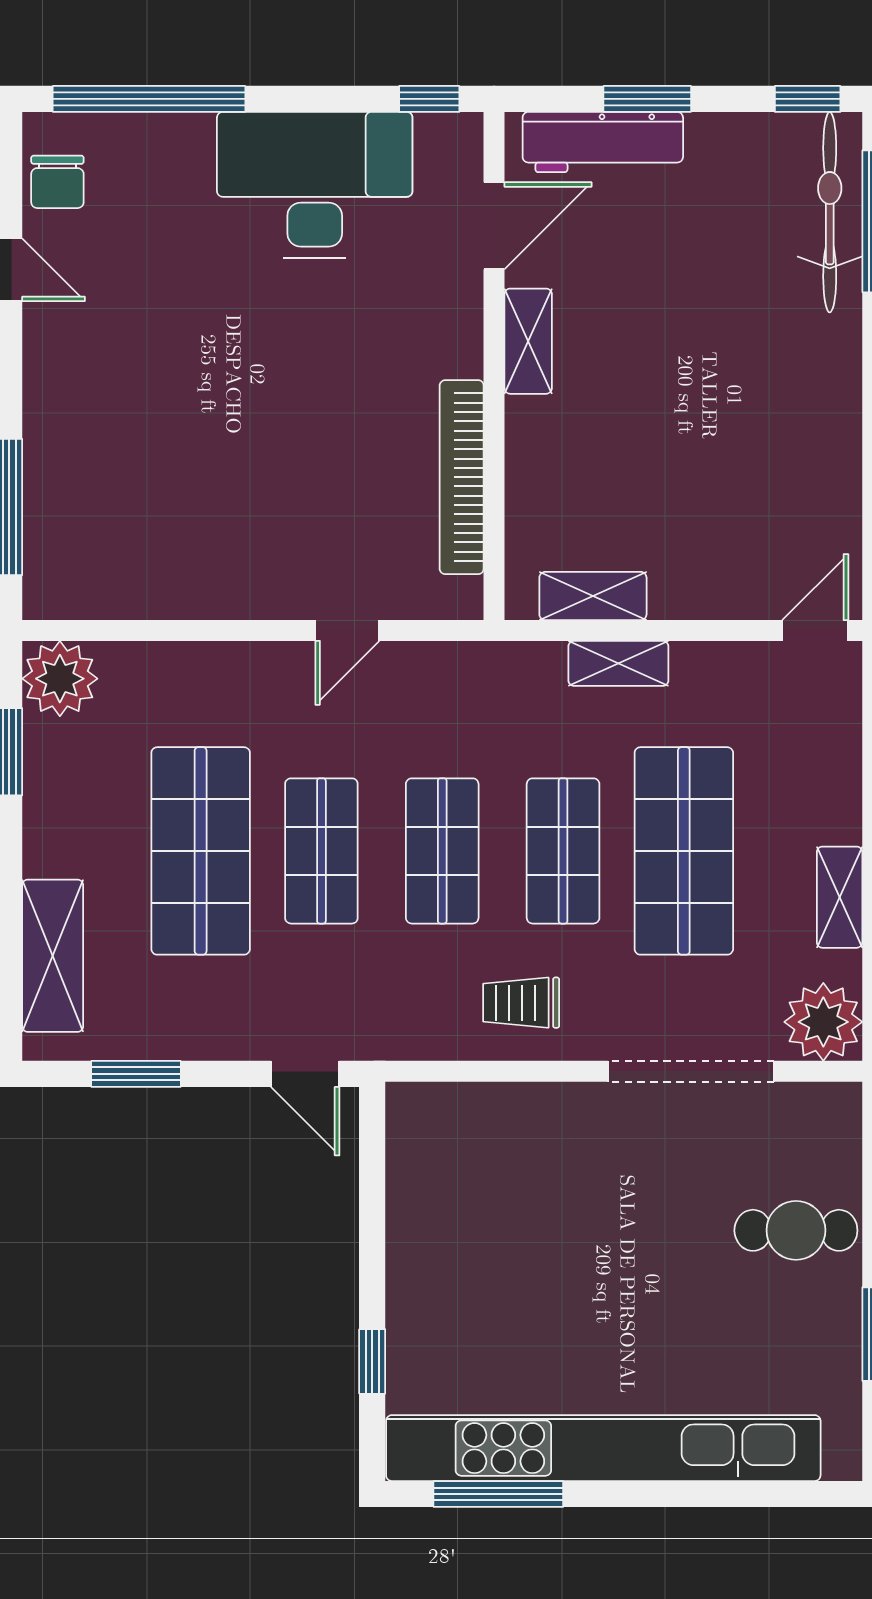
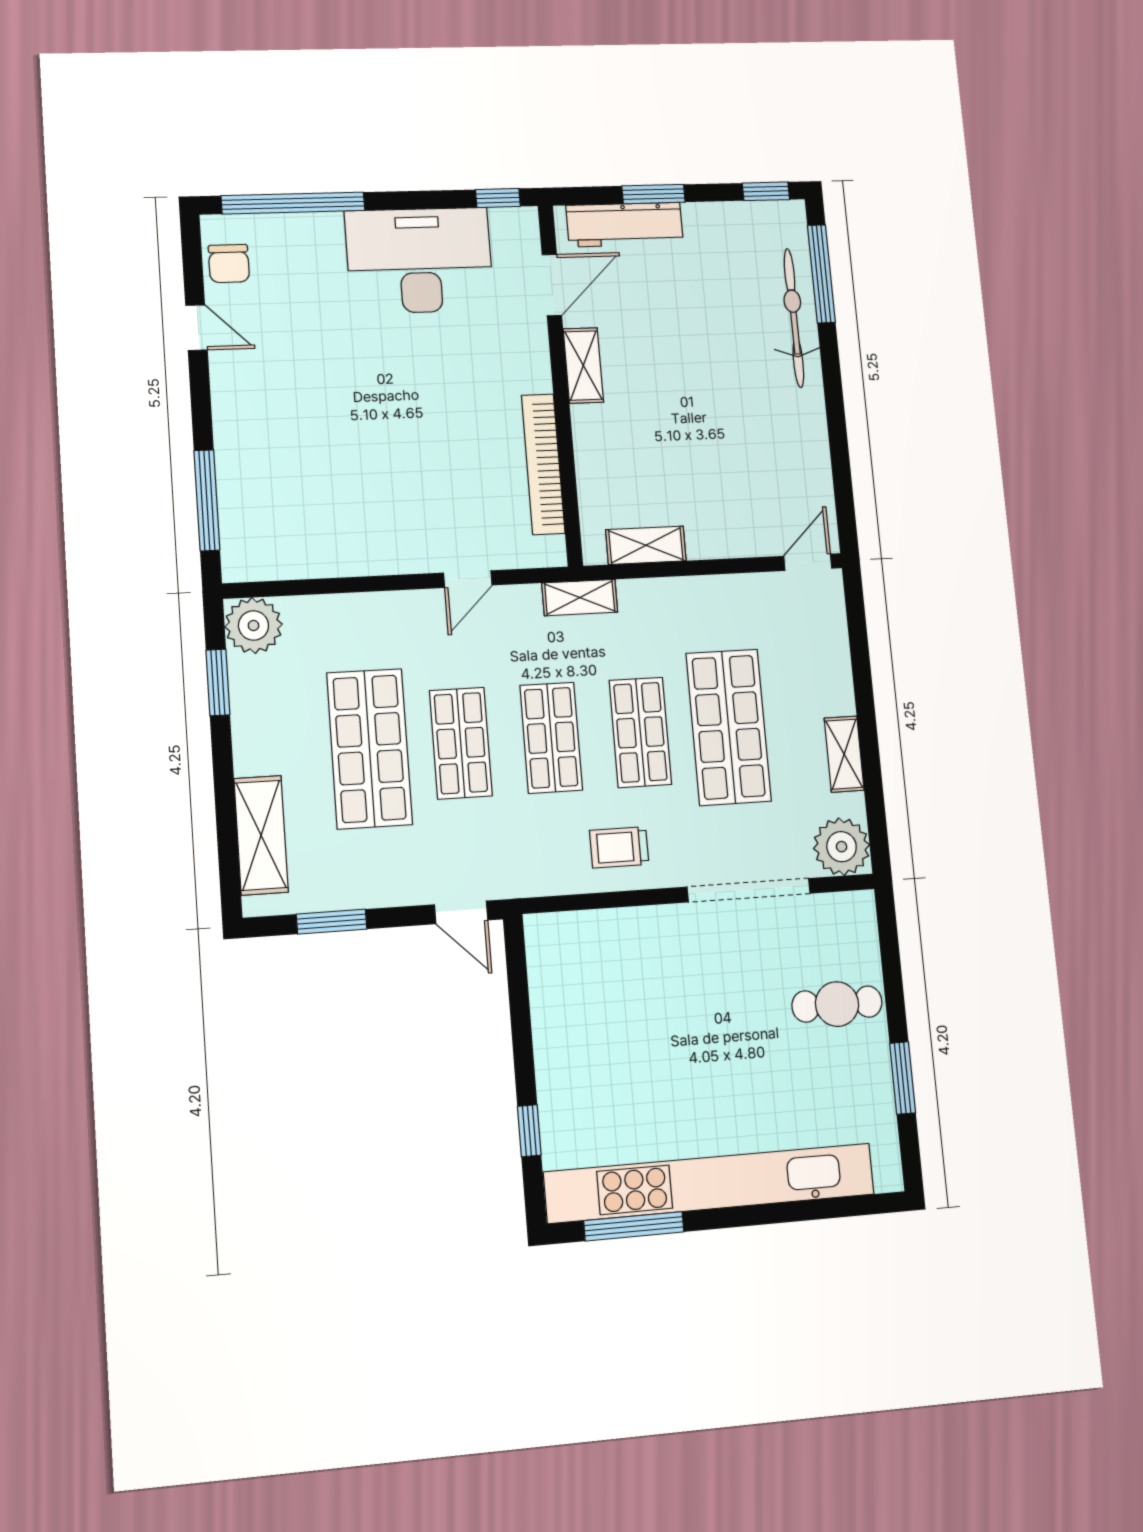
bicycle: (830, 212) -> (794, 318), moved
shelving: (618, 663) -> (580, 598), moved

